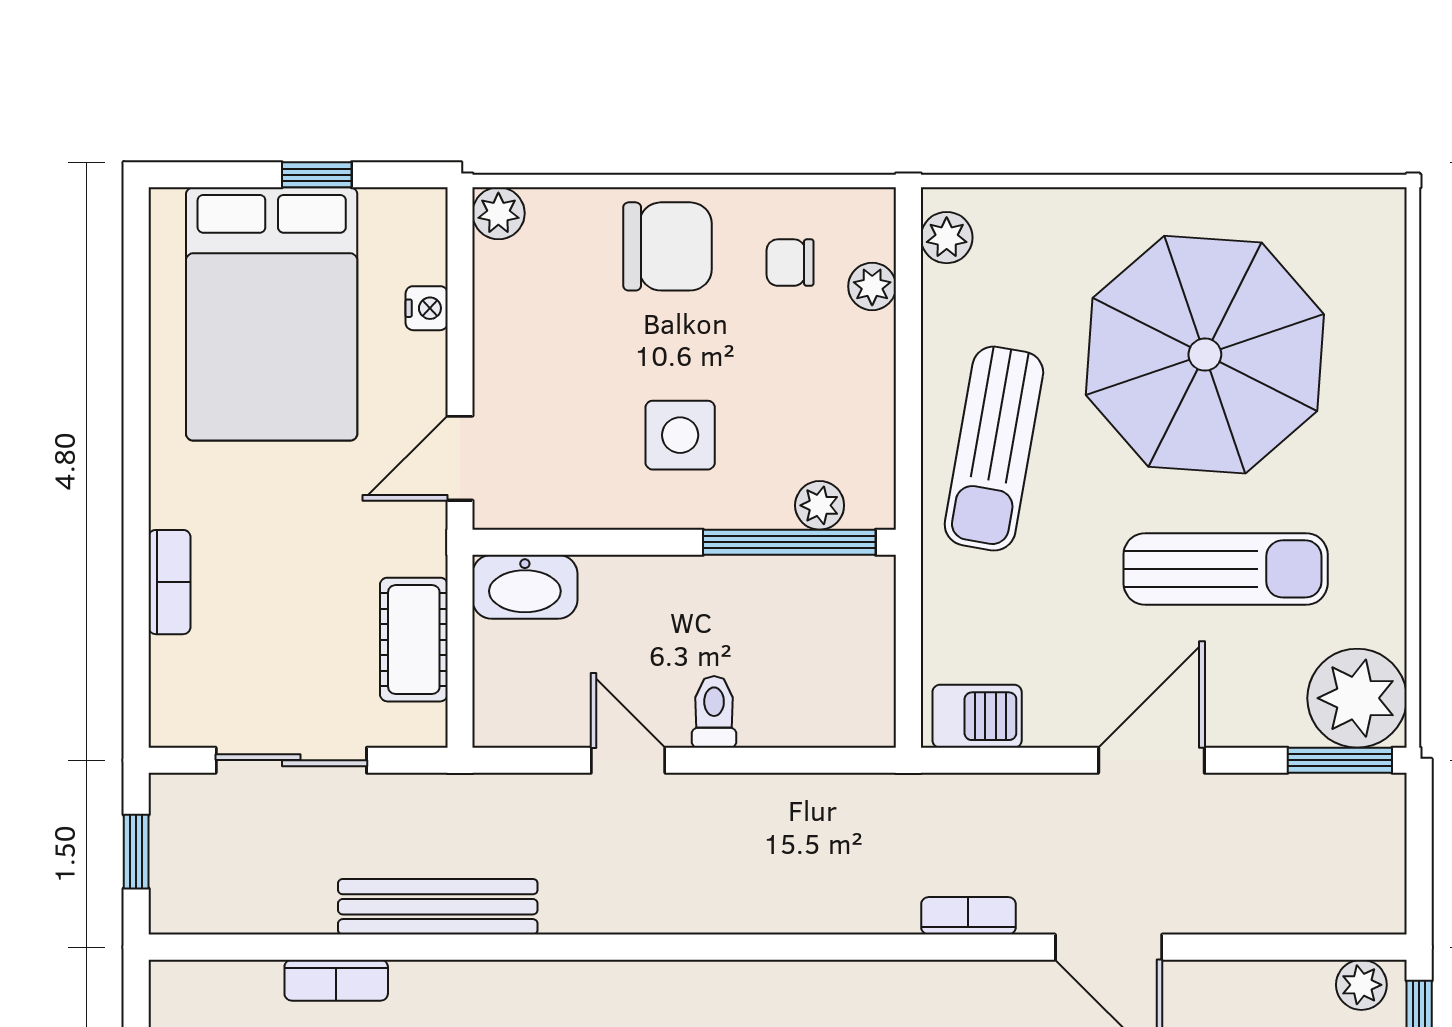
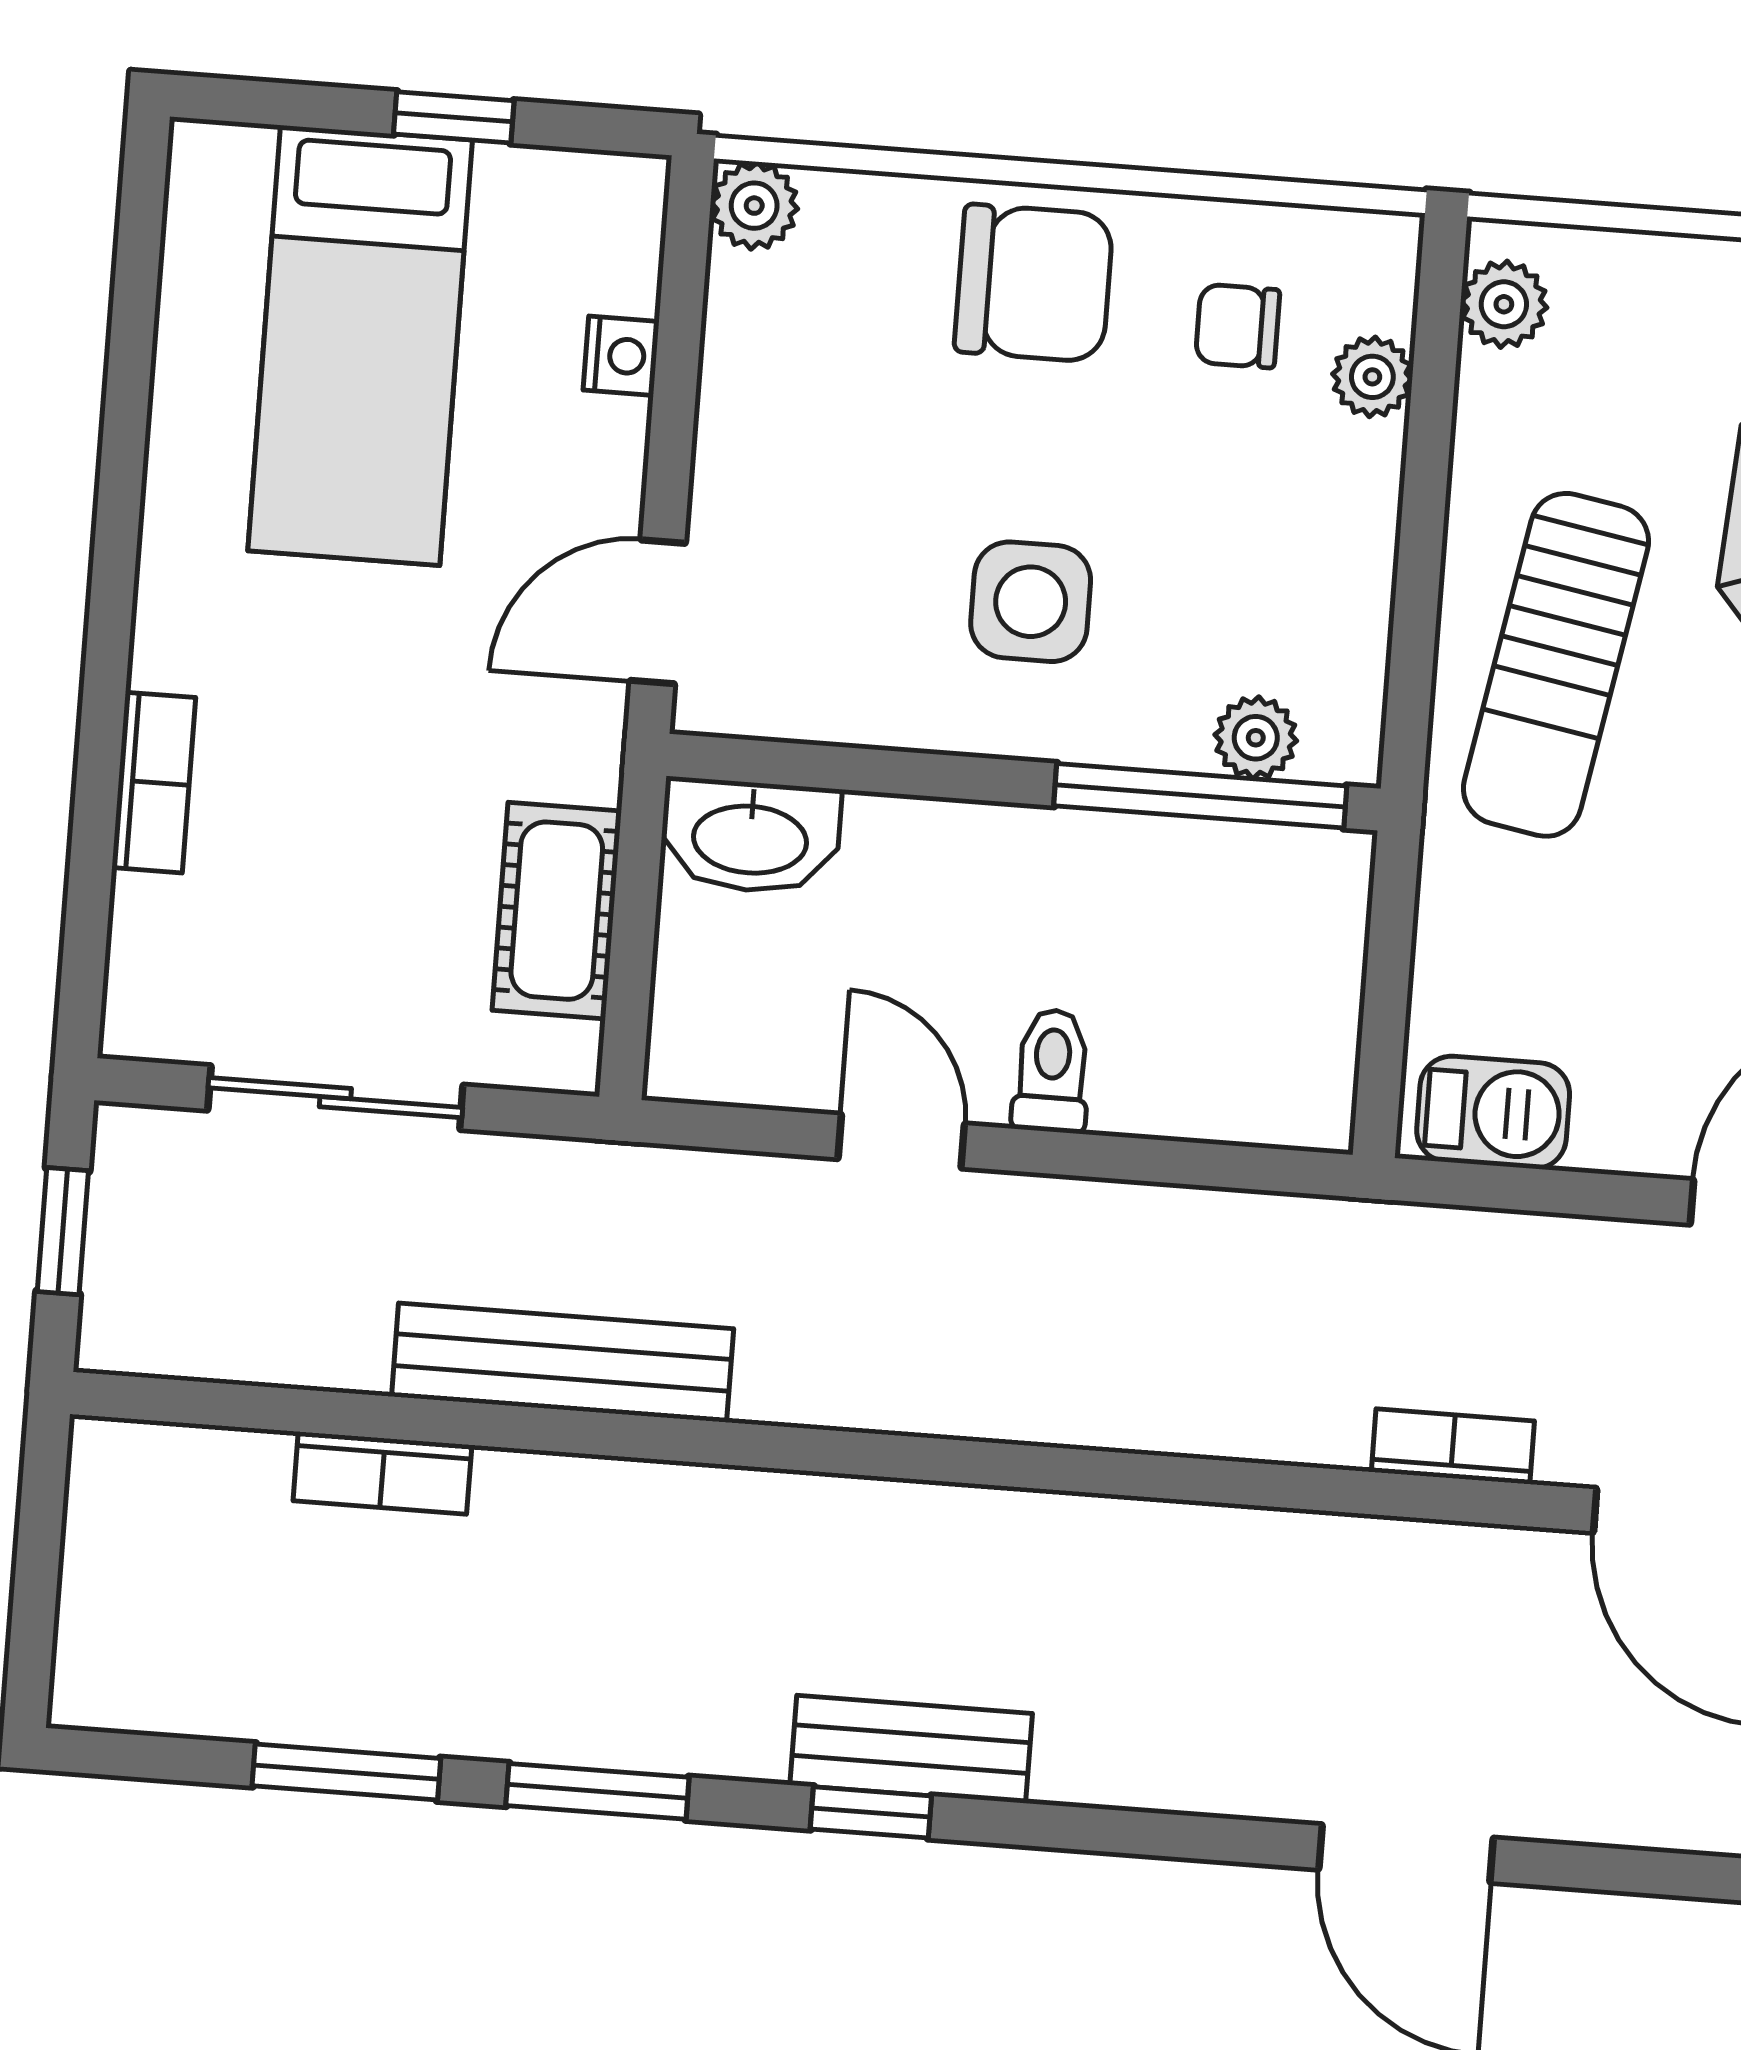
bed: (272, 314) -> (360, 345), width x0.67

